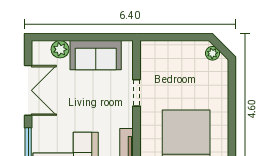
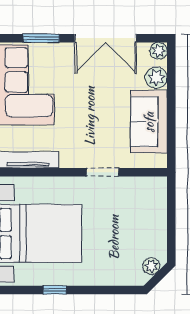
plant: (38, 47) -> (159, 51), added
window: (232, 132) -> (55, 290), added

